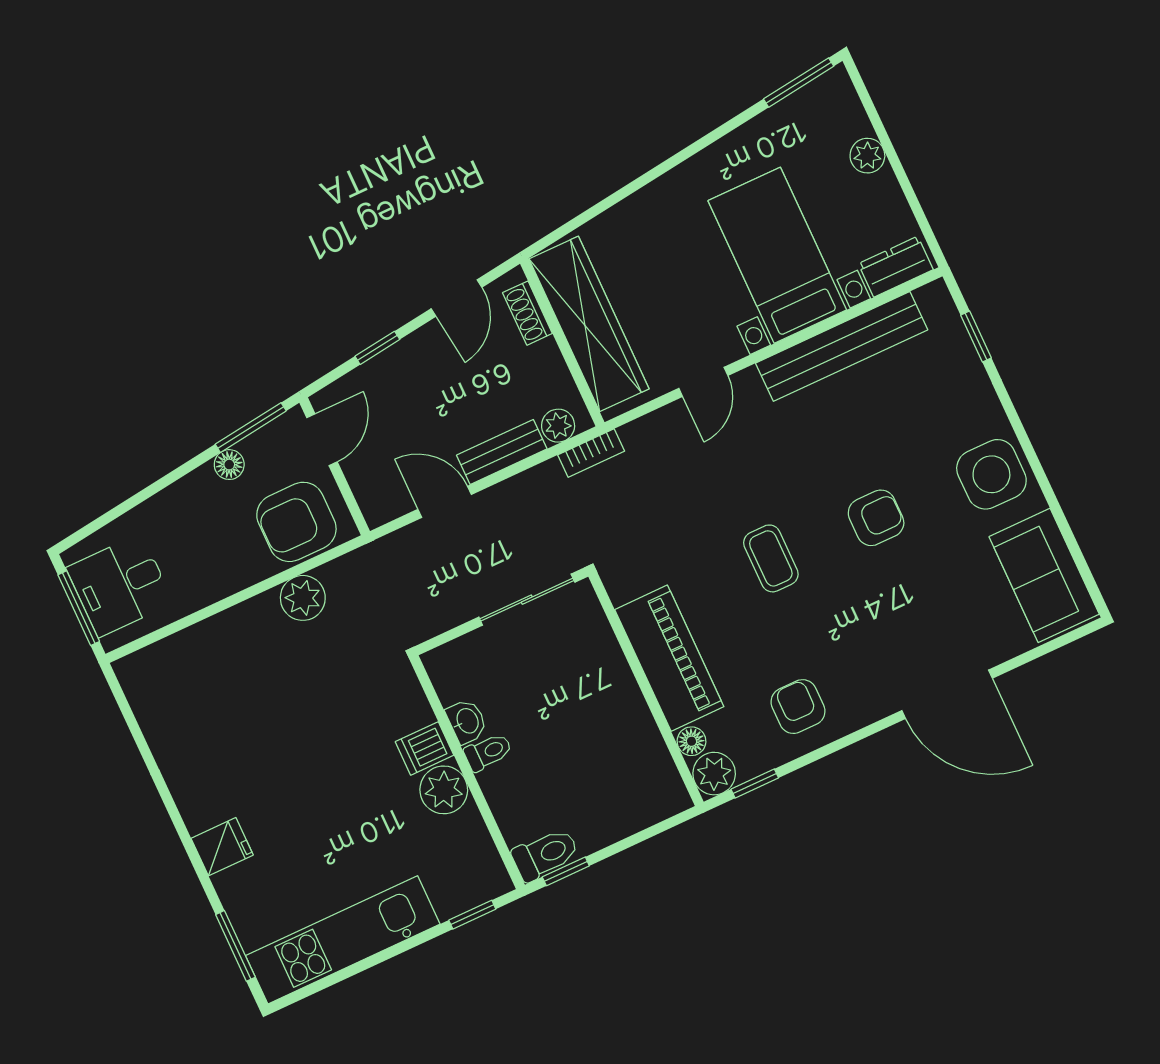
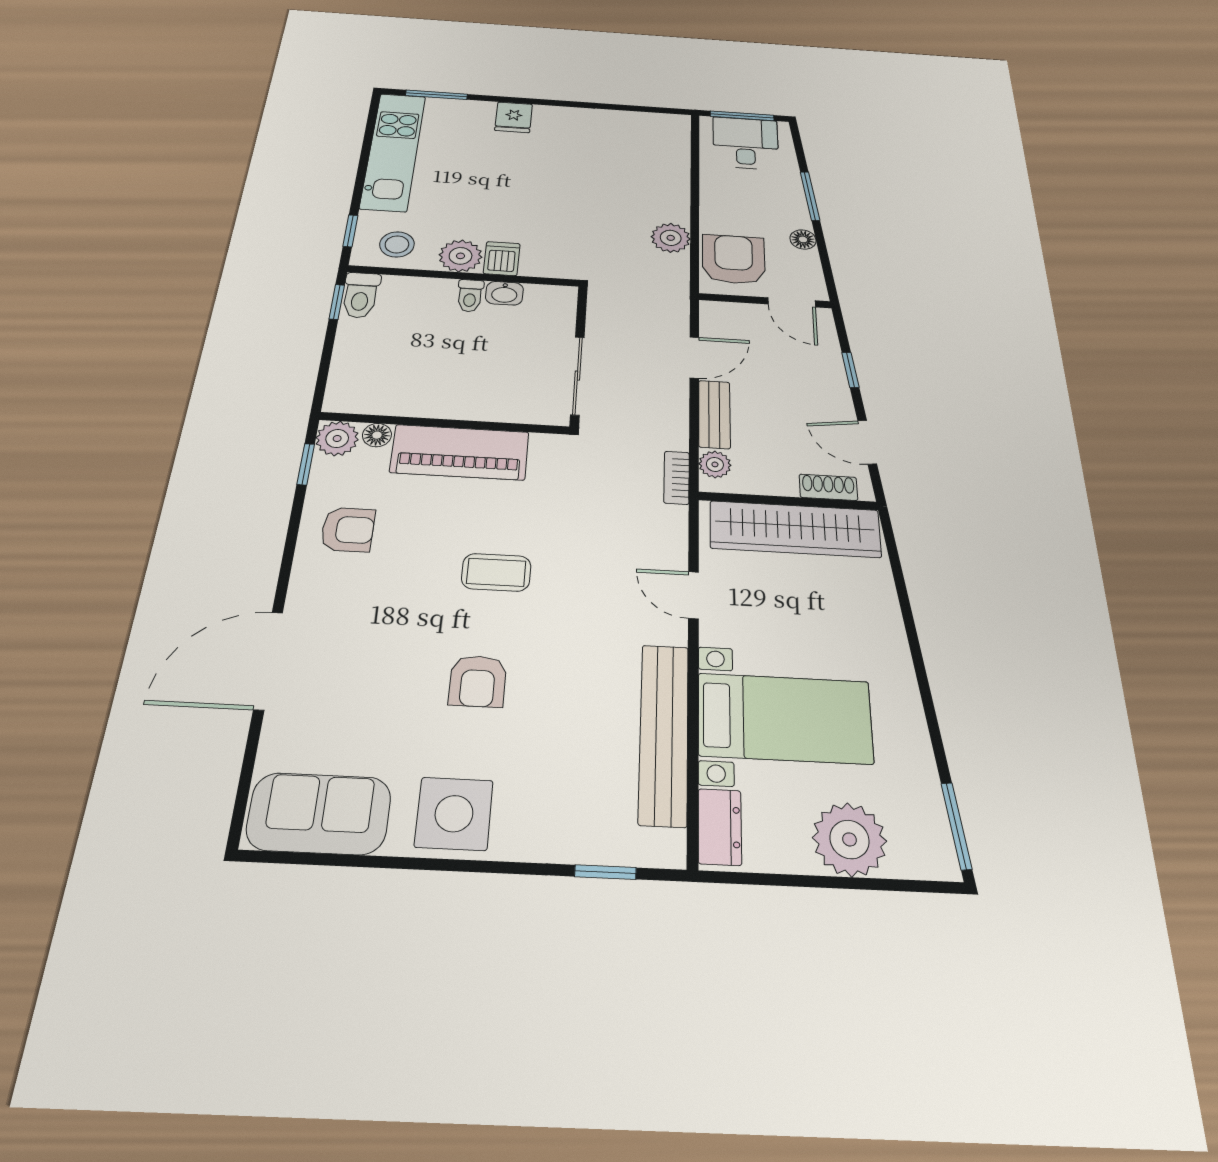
plant: (867, 156) -> (849, 839), width x1.88, depth x1.88
window: (251, 428) -> (810, 196), moved
stool: (464, 859) -> (397, 244), added

